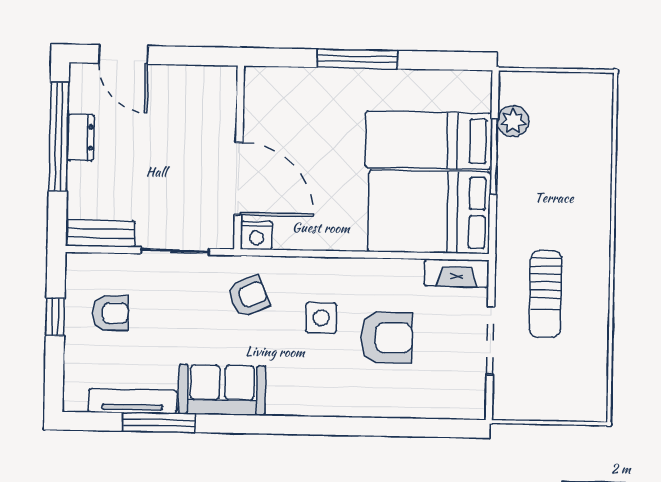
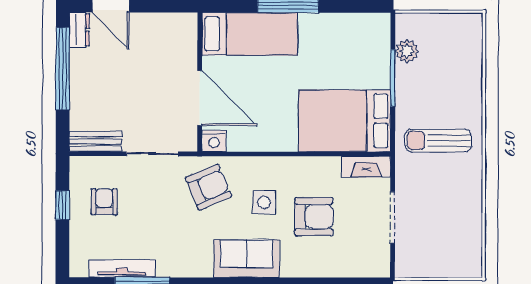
dresser: (81, 137) -> (79, 30), moved
bed: (428, 140) -> (250, 34), moved, turned 180
sun lounger: (545, 294) -> (438, 141), moved, turned 90
armchair: (248, 296) -> (208, 187), width x1.38, depth x1.38
armchair: (110, 313) -> (104, 202), turned -90
sofa: (222, 390) -> (246, 259), moved

